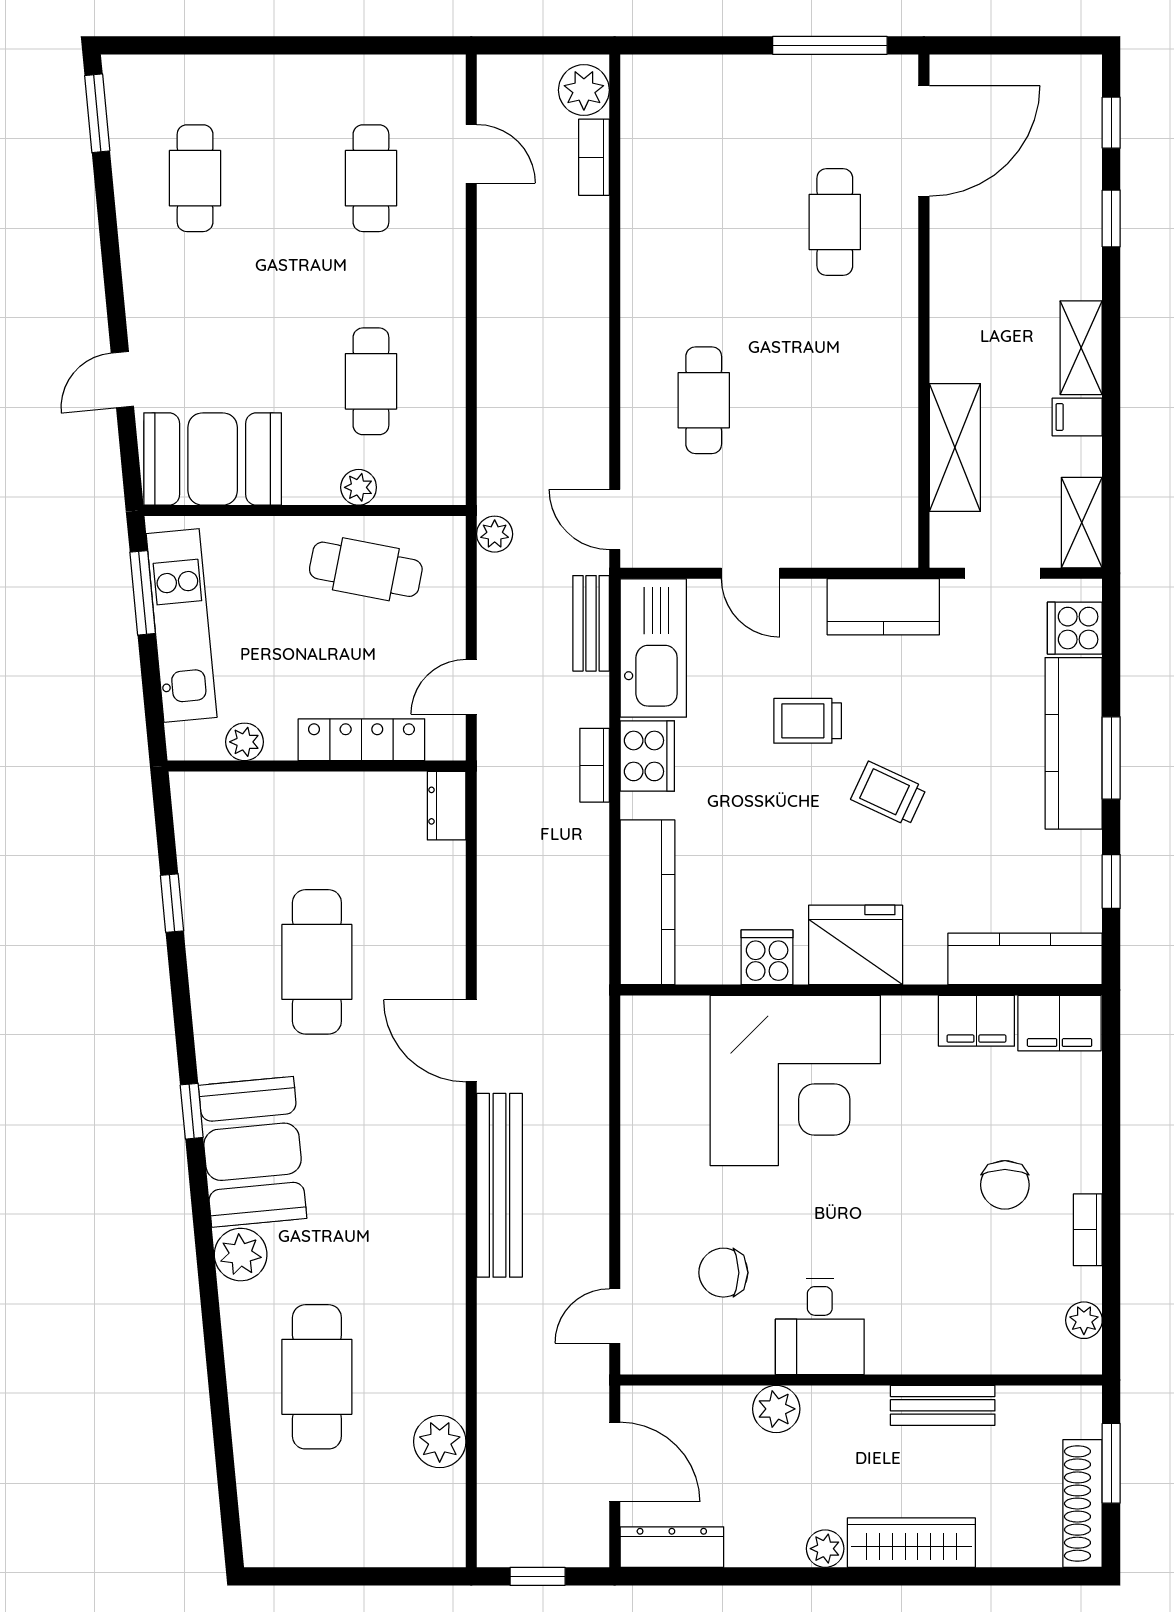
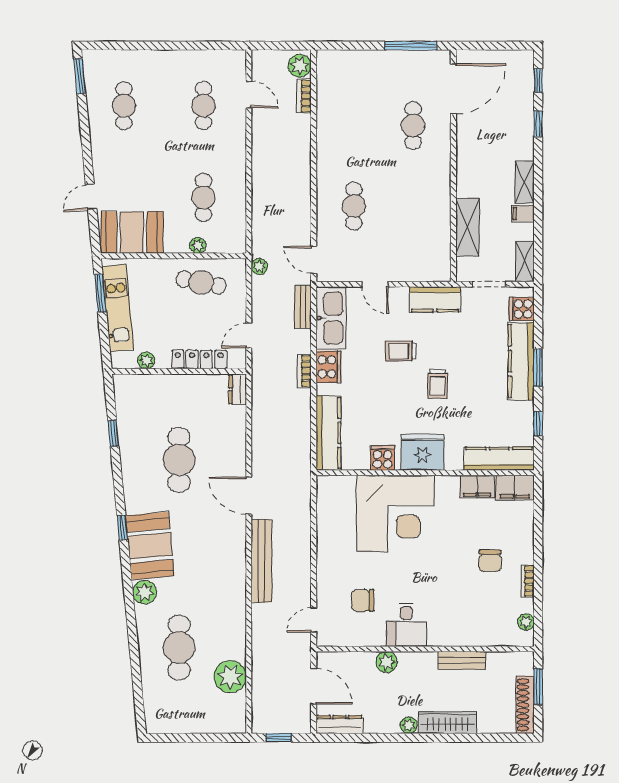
trolley: (889, 794) -> (437, 384), turned -115
plant: (440, 1442) -> (230, 677), width x1.36, depth x1.36

